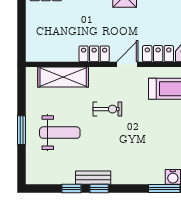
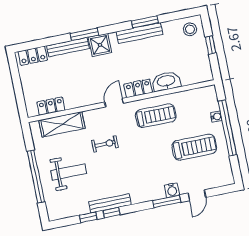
locker: (94, 54) -> (51, 106), moved
window: (22, 130) -> (36, 177), width x2.11
bench: (93, 178) -> (110, 203), width x1.36

